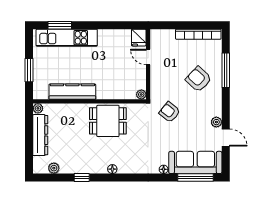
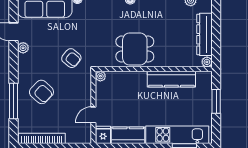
kitchen counter: (114, 37) -> (128, 135), added
door: (148, 57) -> (93, 115), swing flipped

